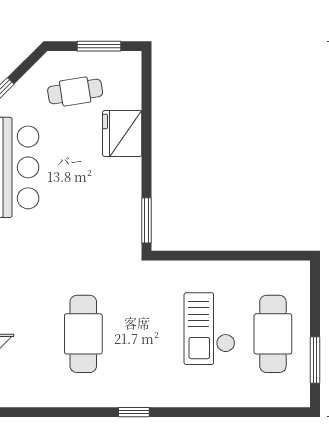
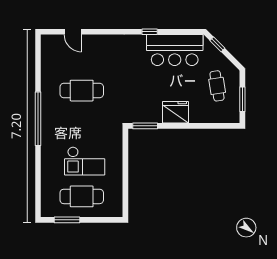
fridge: (122, 134) -> (175, 112), moved
checkout: (209, 329) -> (85, 161), turned 180
window: (134, 412) -> (38, 119), width x3.17

